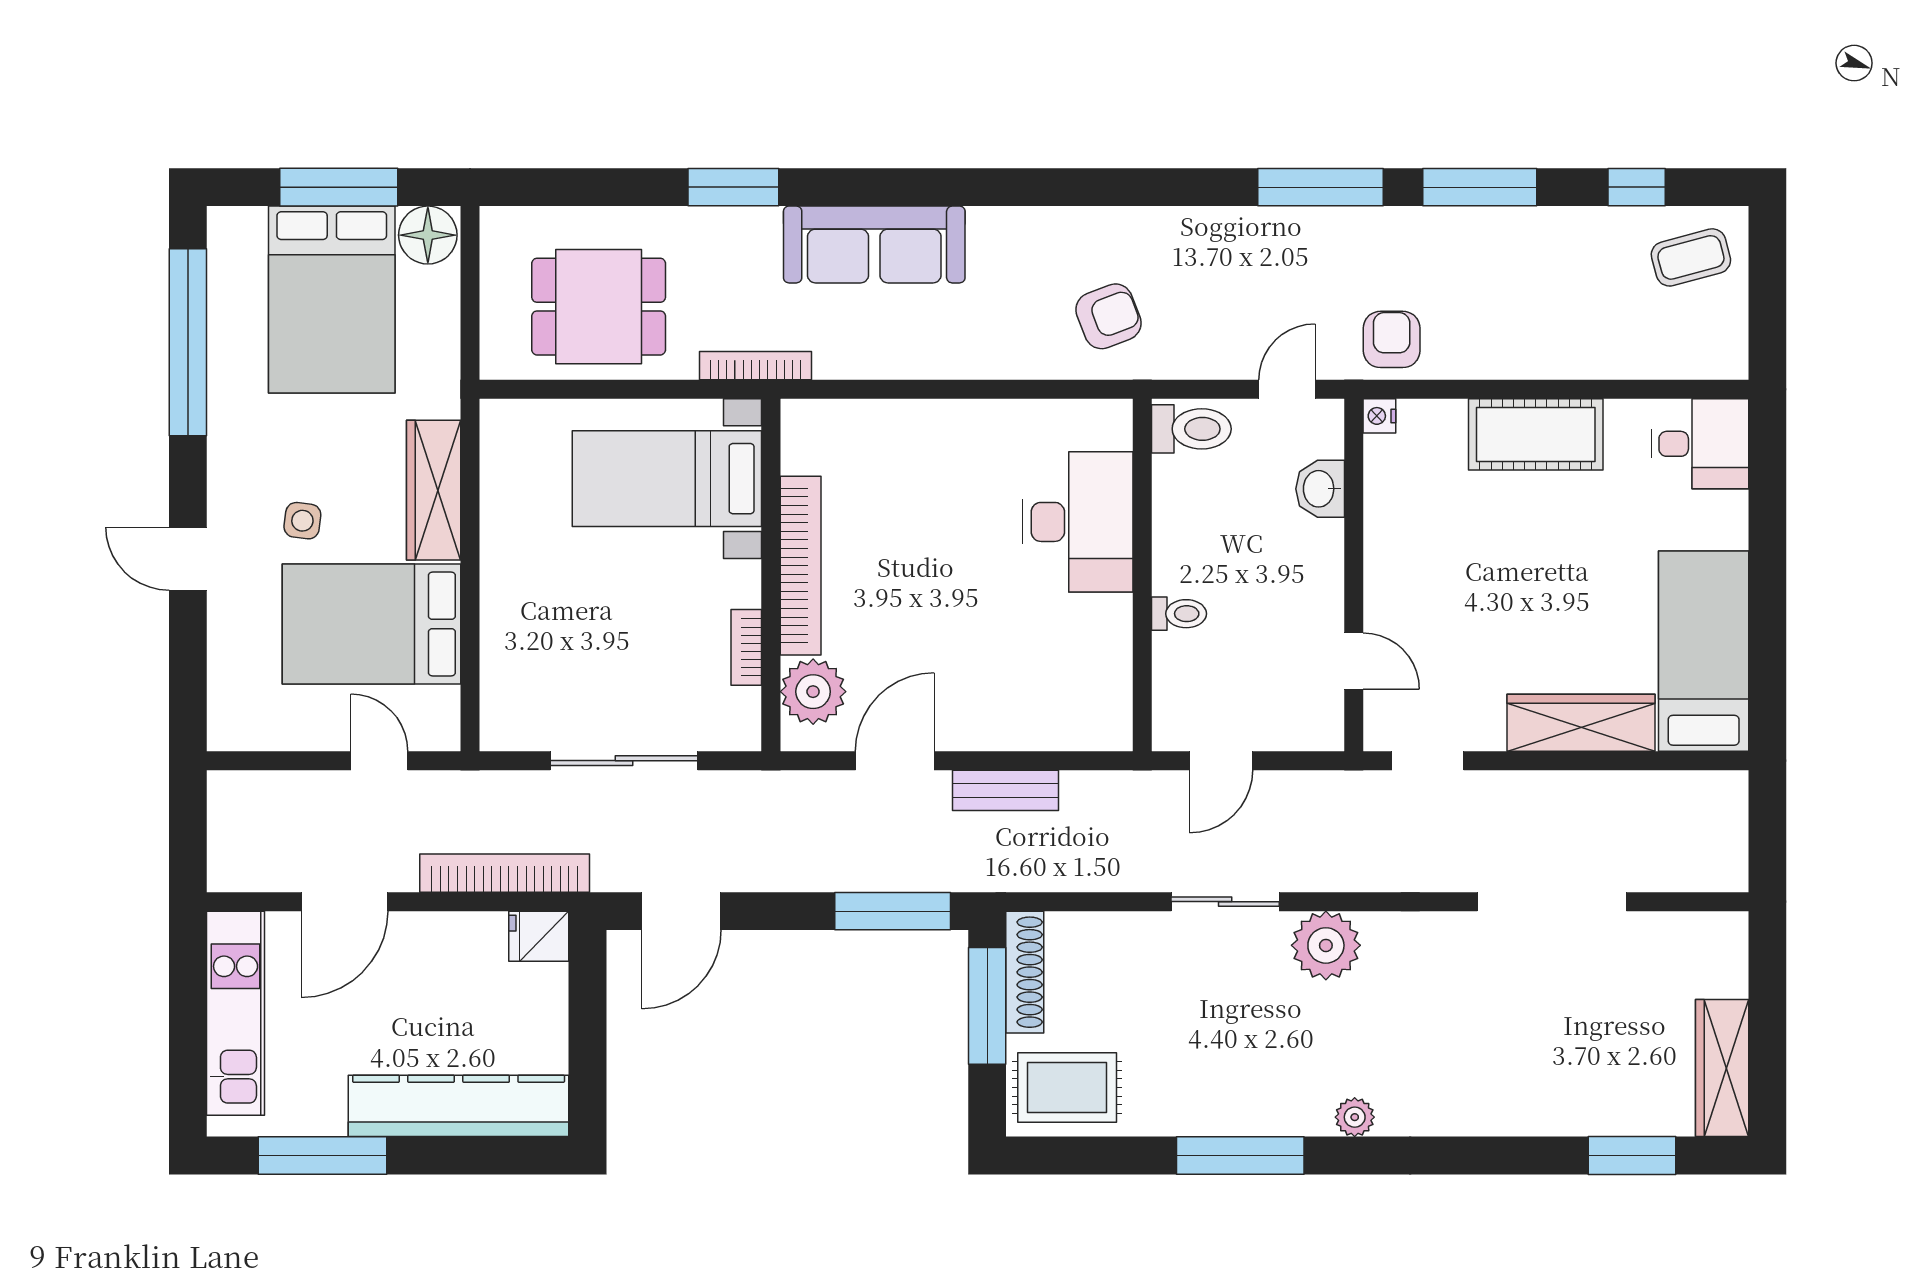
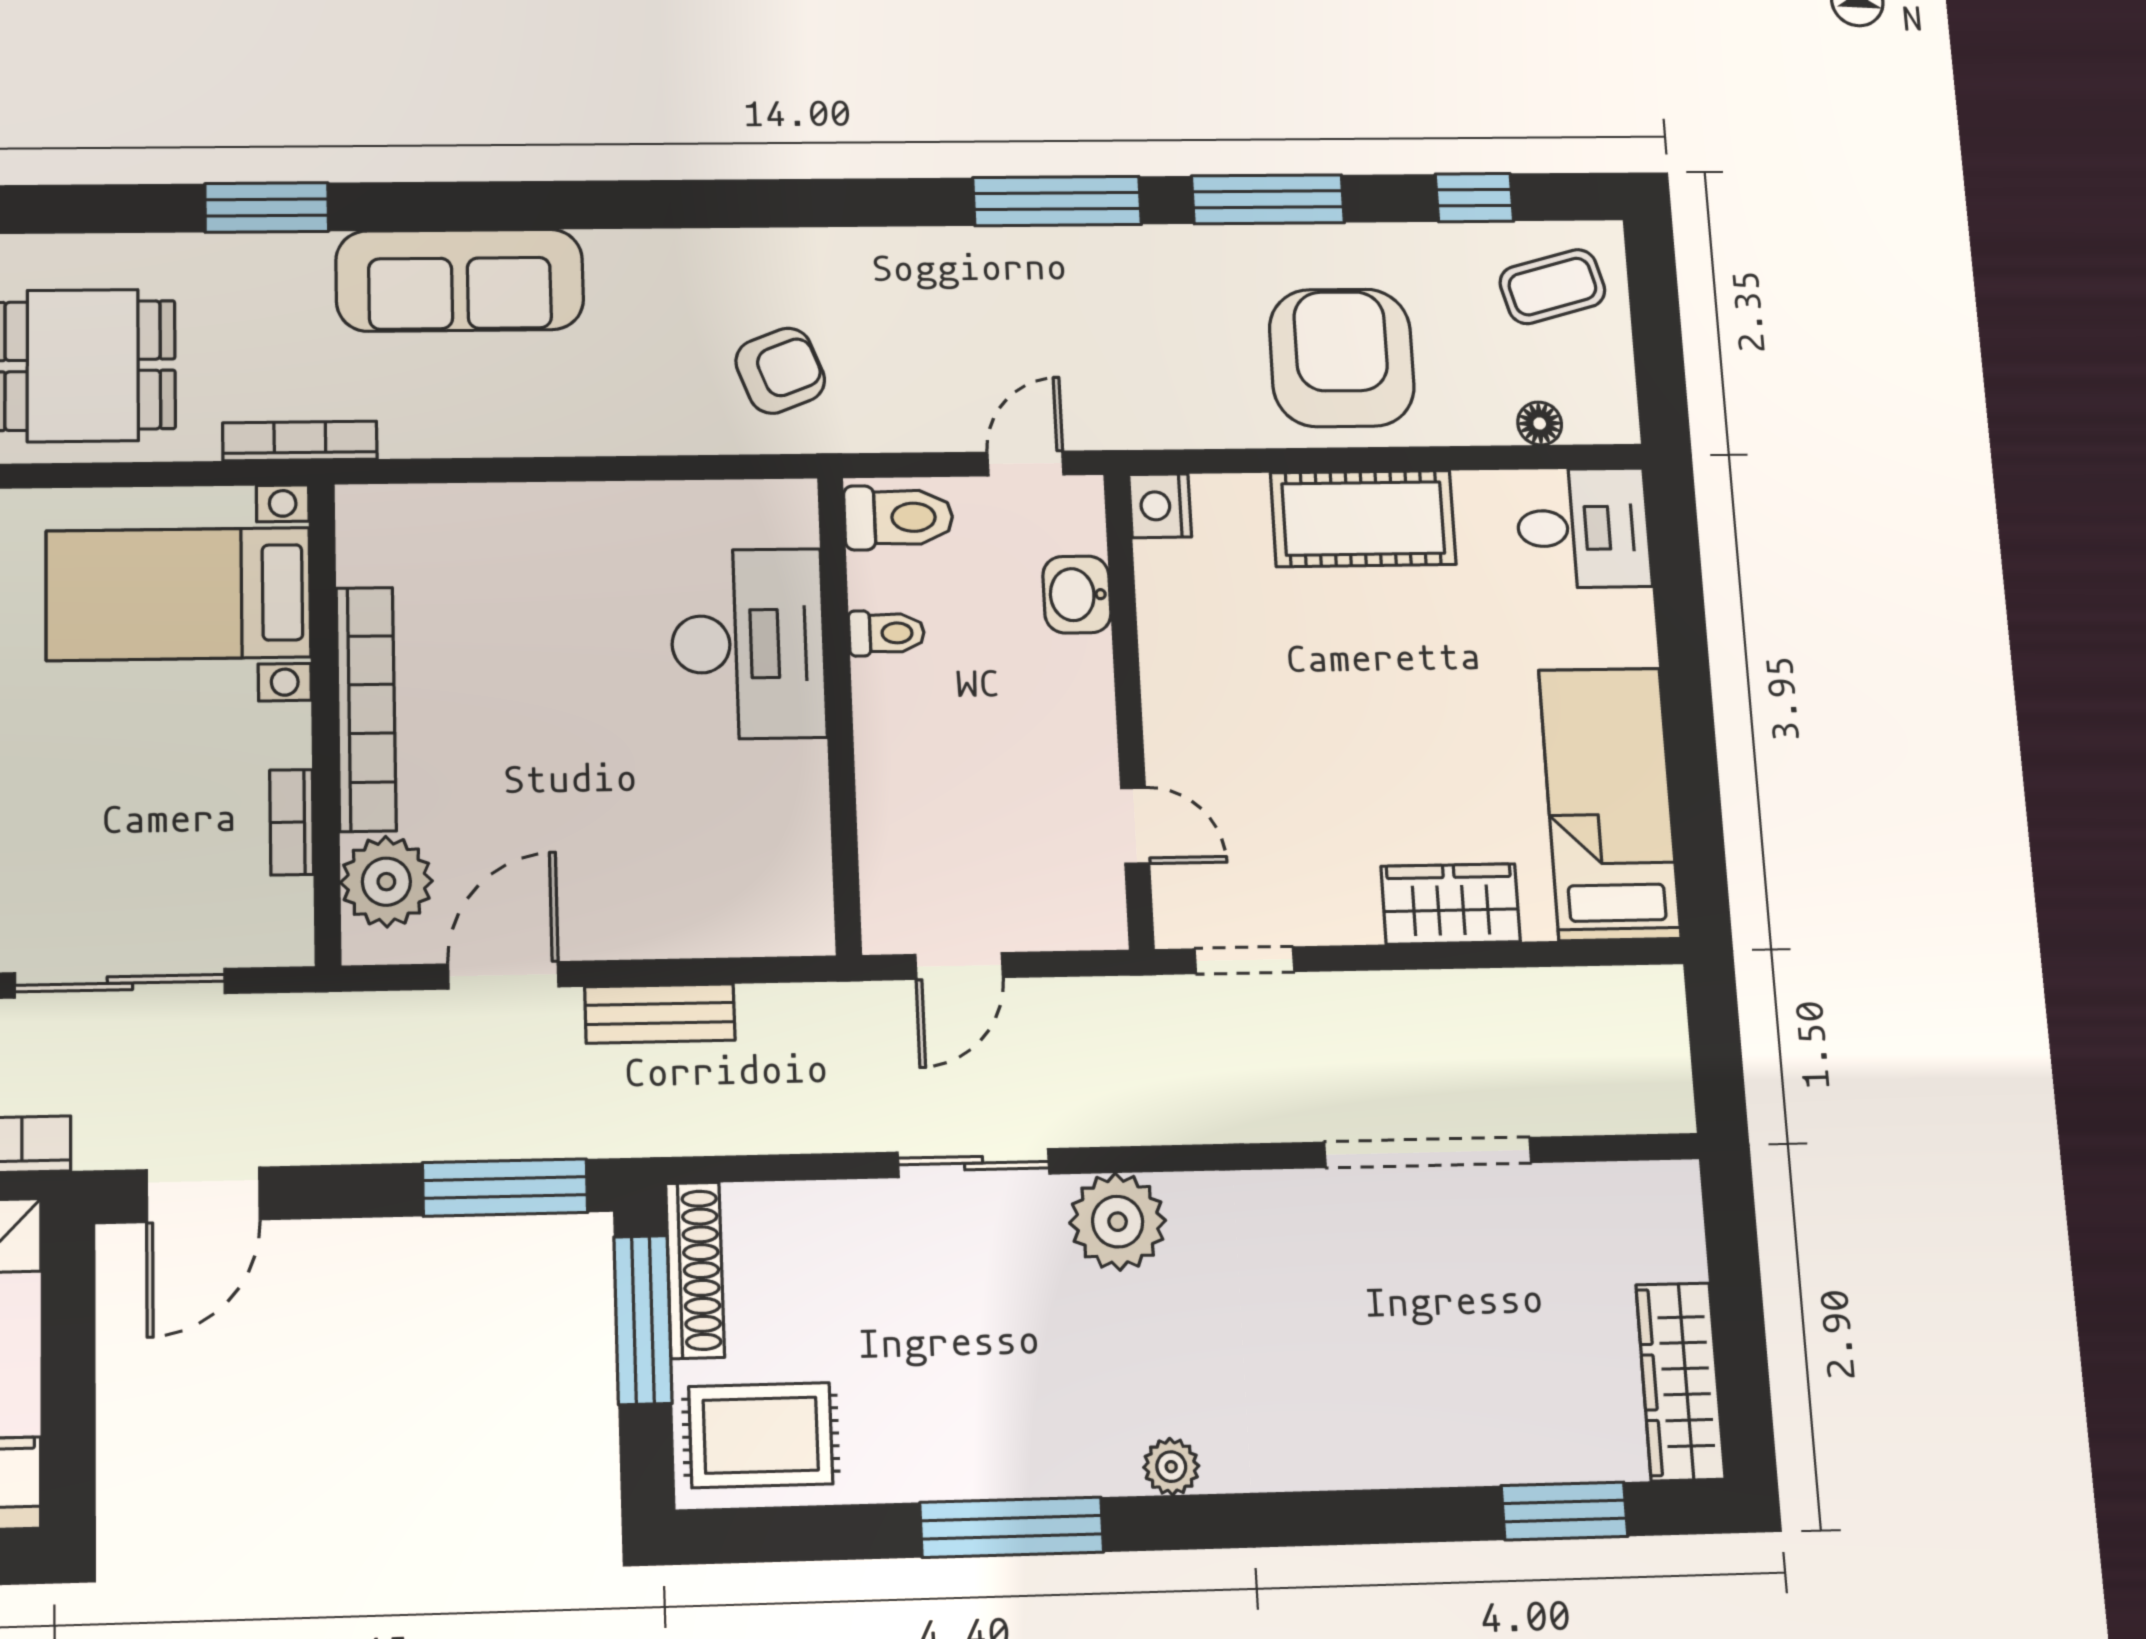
armchair: (1392, 339) -> (1342, 358), moved, width x1.88, depth x1.88
floor lamp: (1673, 363) -> (1540, 423), added
nightstand: (1379, 416) -> (1160, 506), width x1.39, depth x1.35
toilet: (1179, 614) -> (887, 633), moved
wardrobe: (1581, 723) -> (1451, 904), width x0.67

